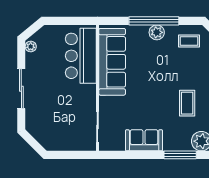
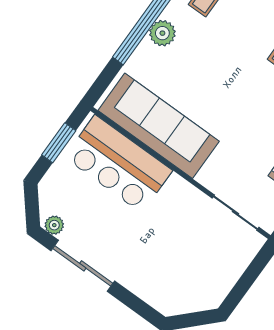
window: (71, 21) -> (59, 143), added
sliding door: (21, 89) -> (83, 266), moved

